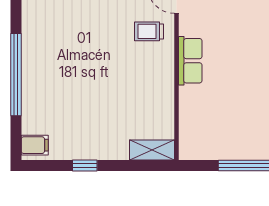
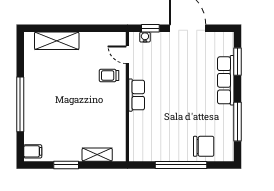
shelving: (152, 150) -> (97, 155), moved
window: (85, 166) -> (66, 165), width x1.50

